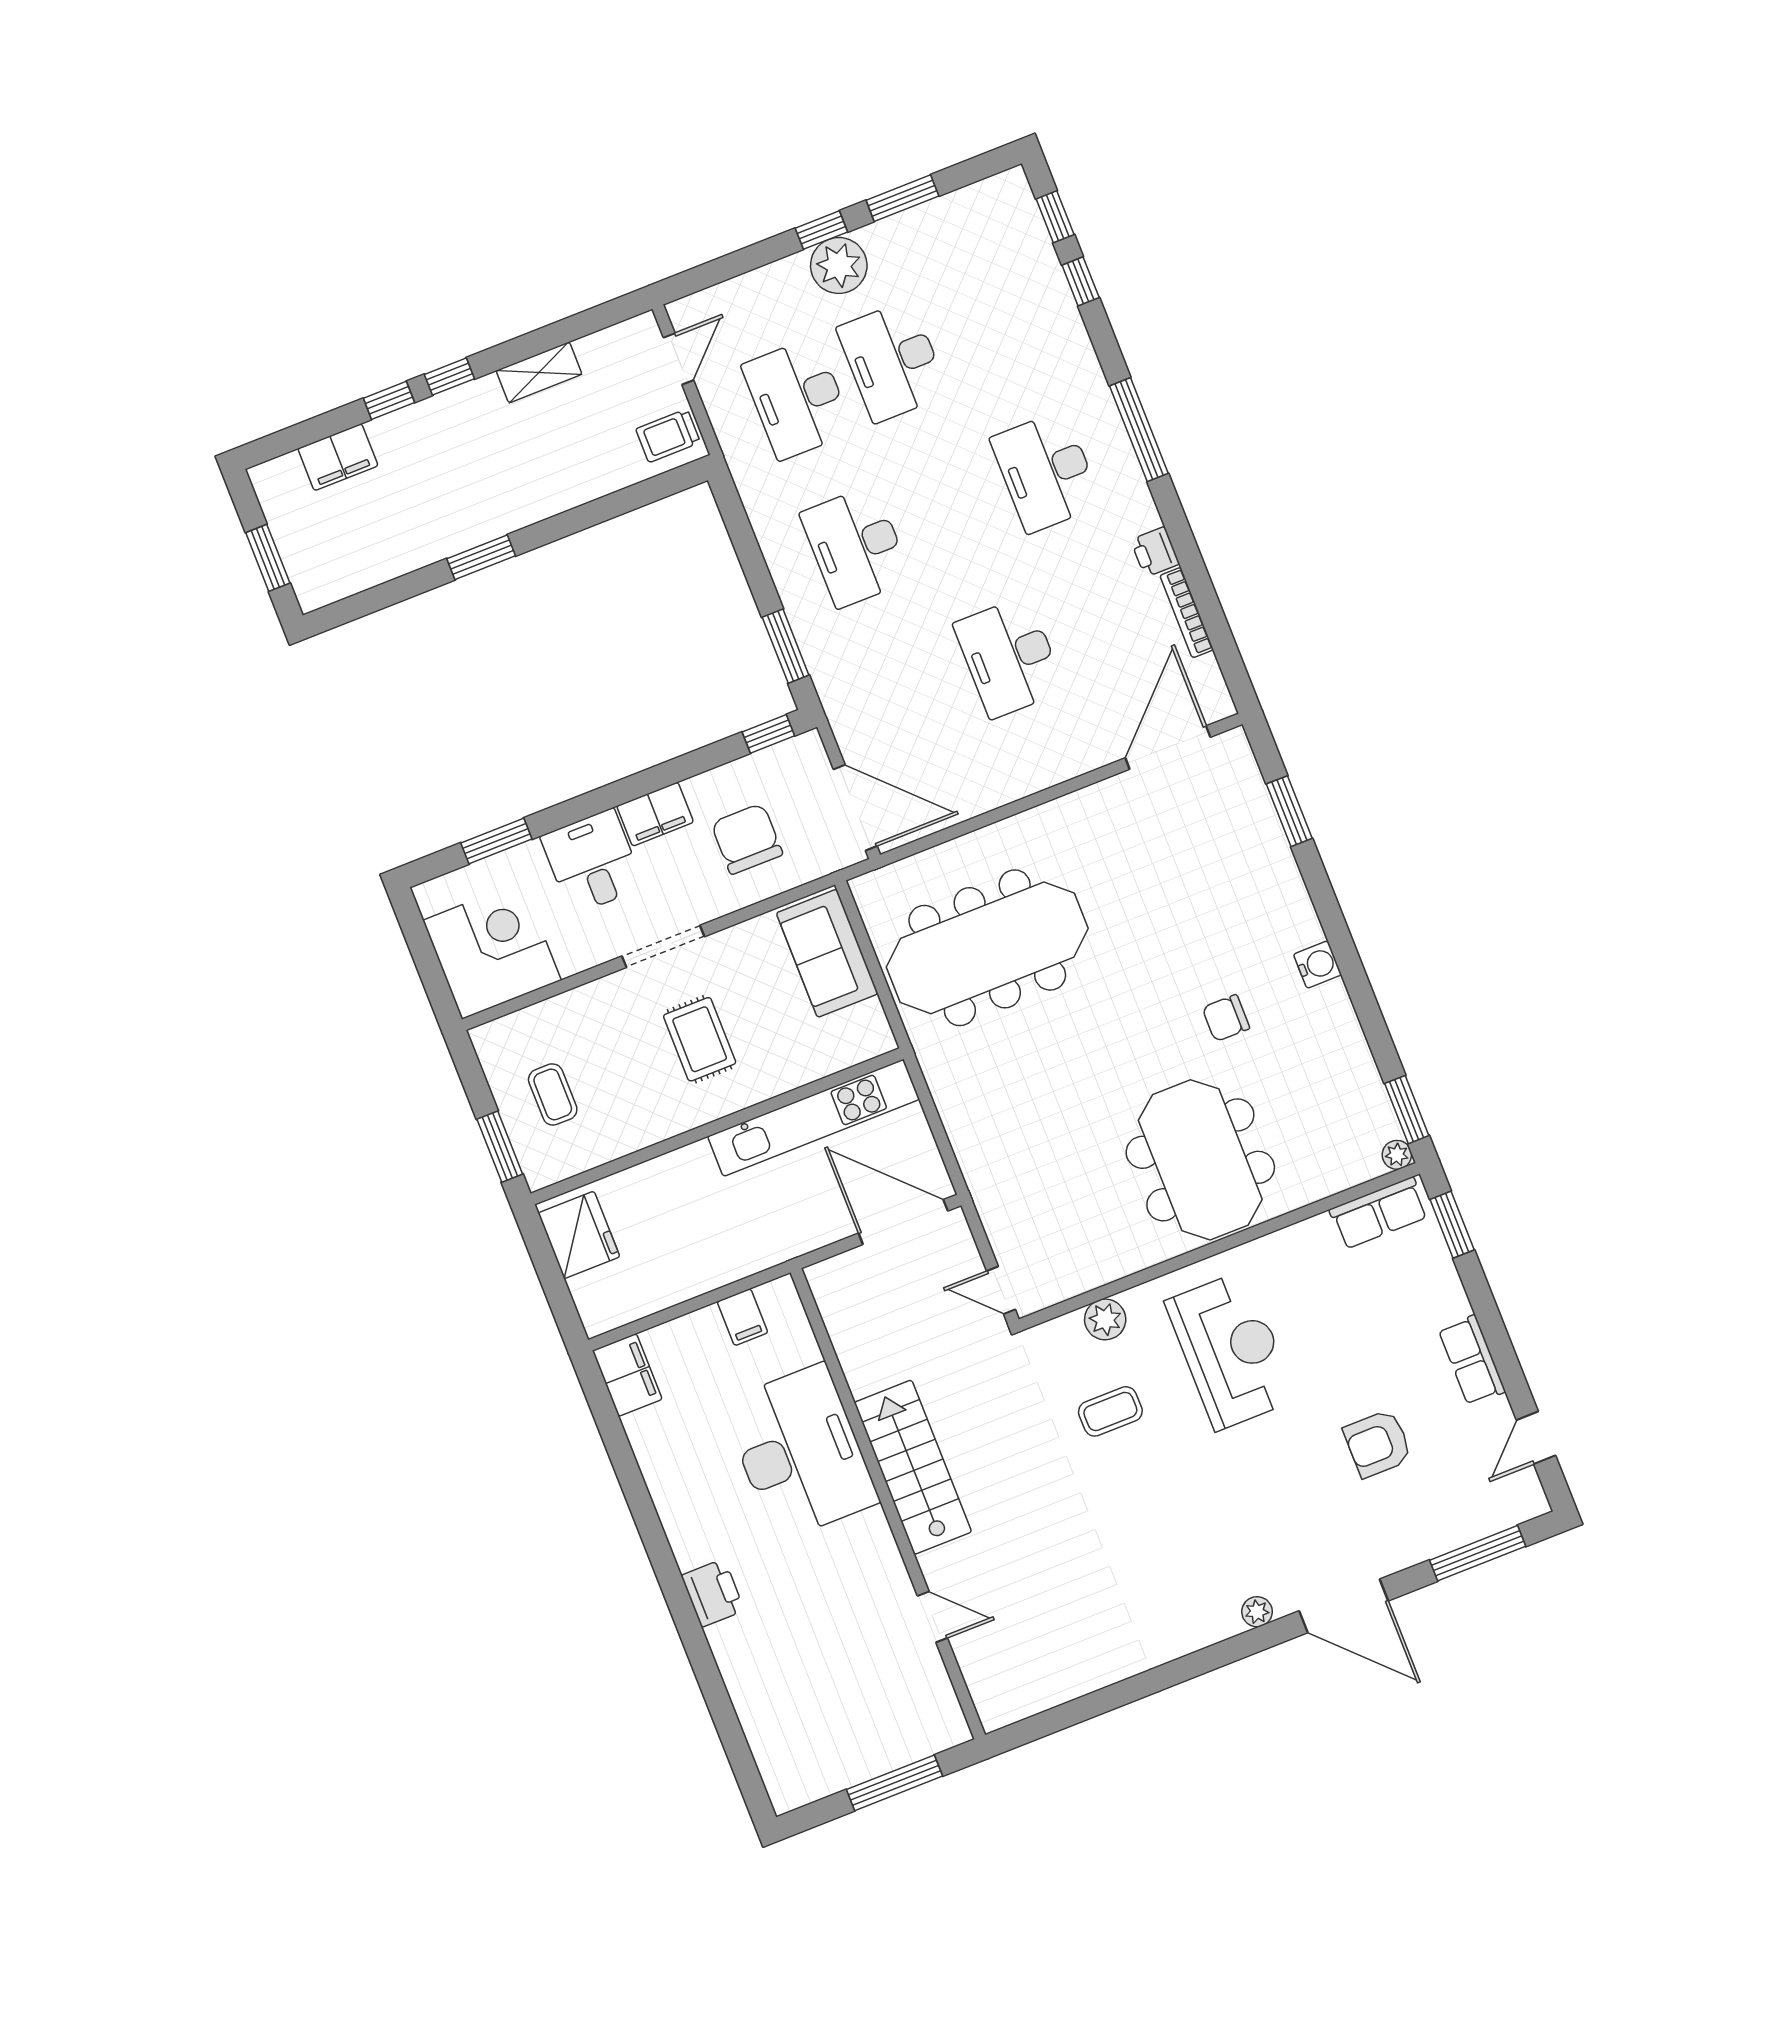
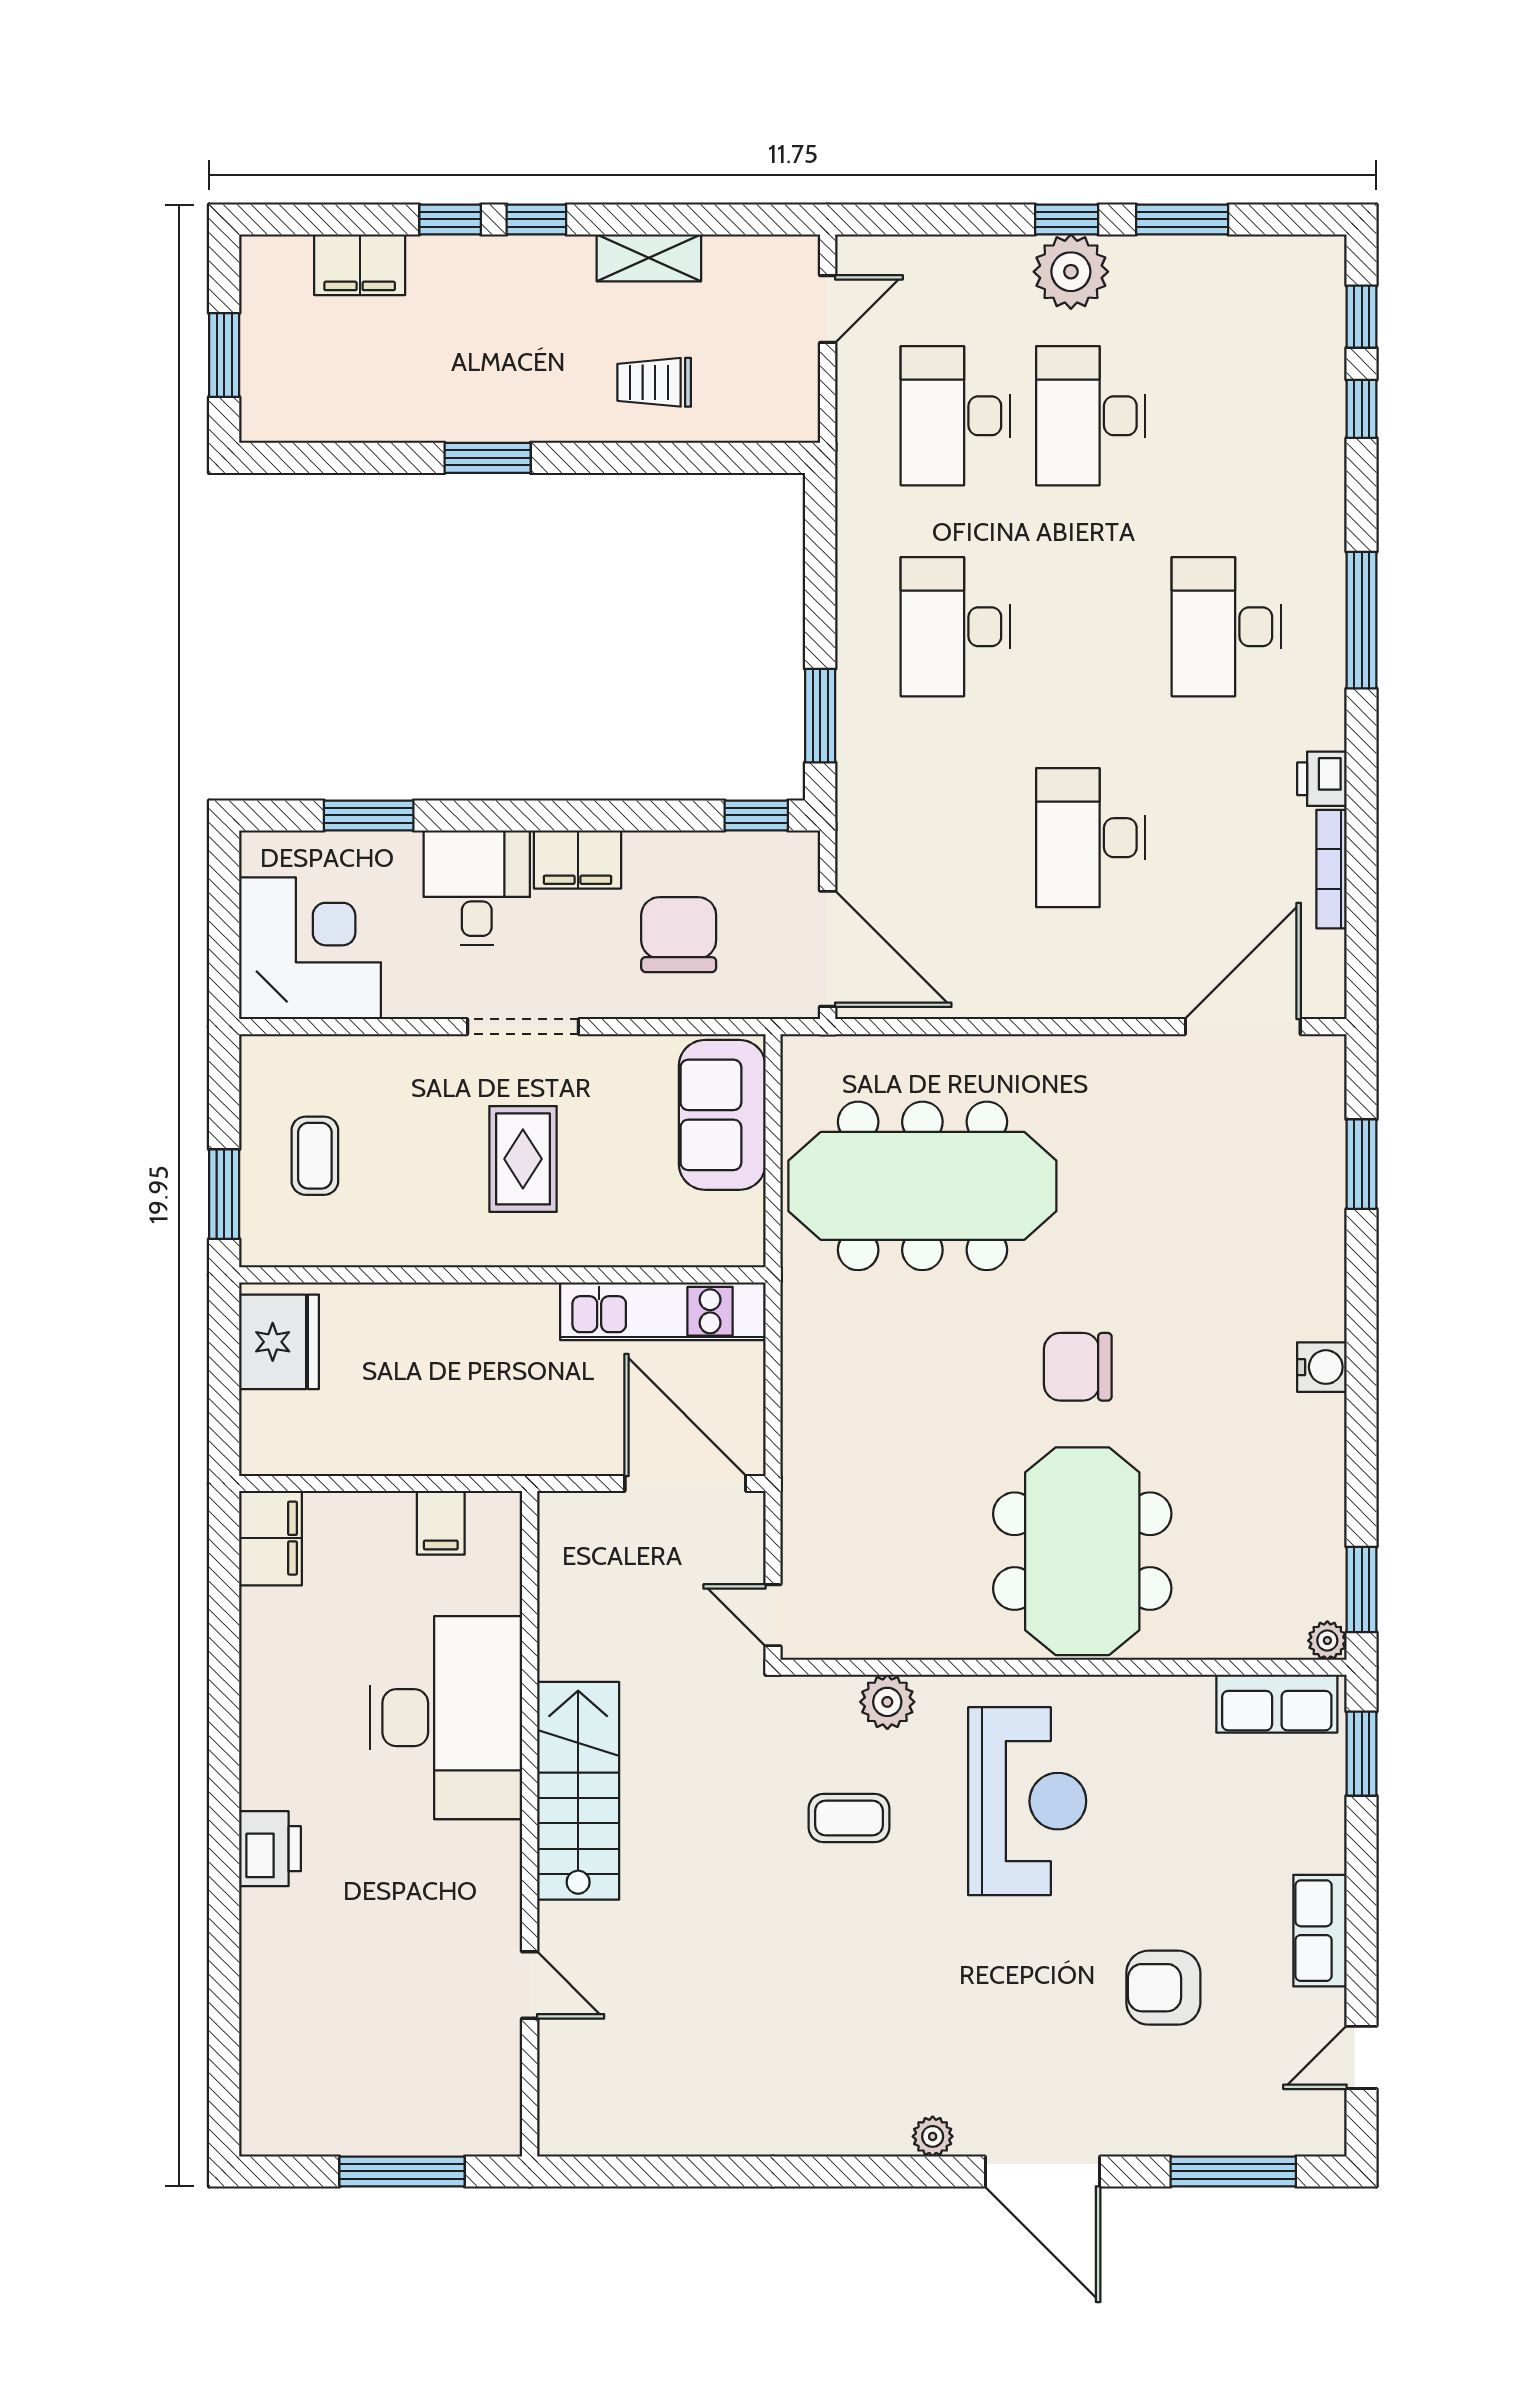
trolley: (668, 436) -> (654, 382), moved
chair: (1226, 1018) -> (1078, 1367), moved, width x1.37, depth x1.37
kitchen unit: (814, 1118) -> (663, 1311), width x0.73

